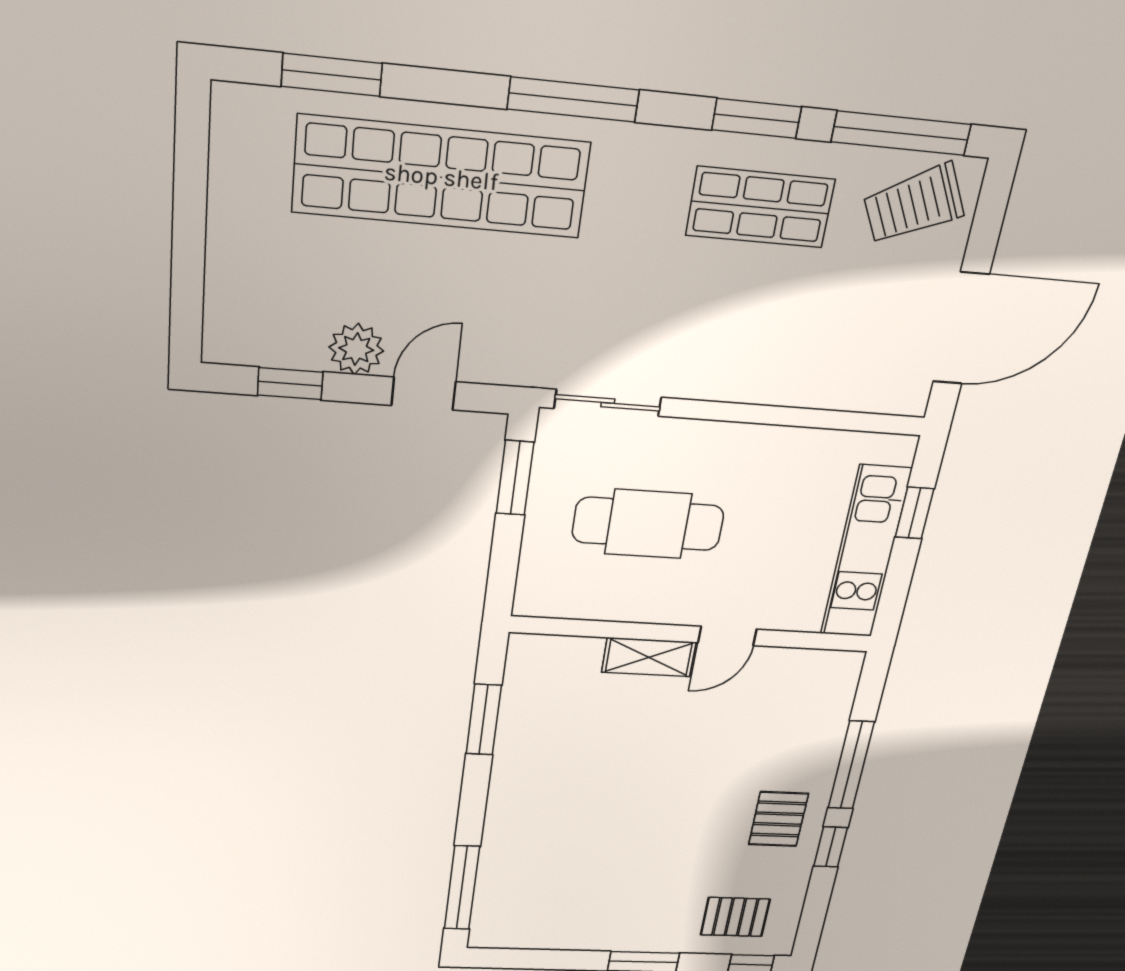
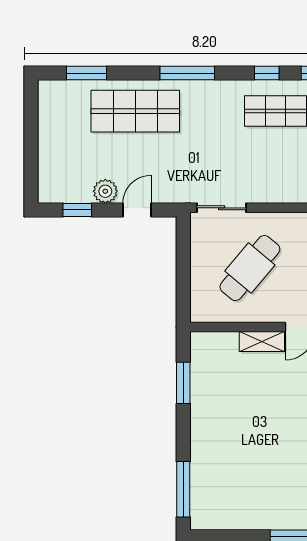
window: (757, 118) -> (267, 73), width x0.67
shop shelf: (441, 177) -> (135, 111), width x0.71
window: (515, 478) -> (183, 249), removed
cafe table: (648, 524) -> (250, 268), turned -50

